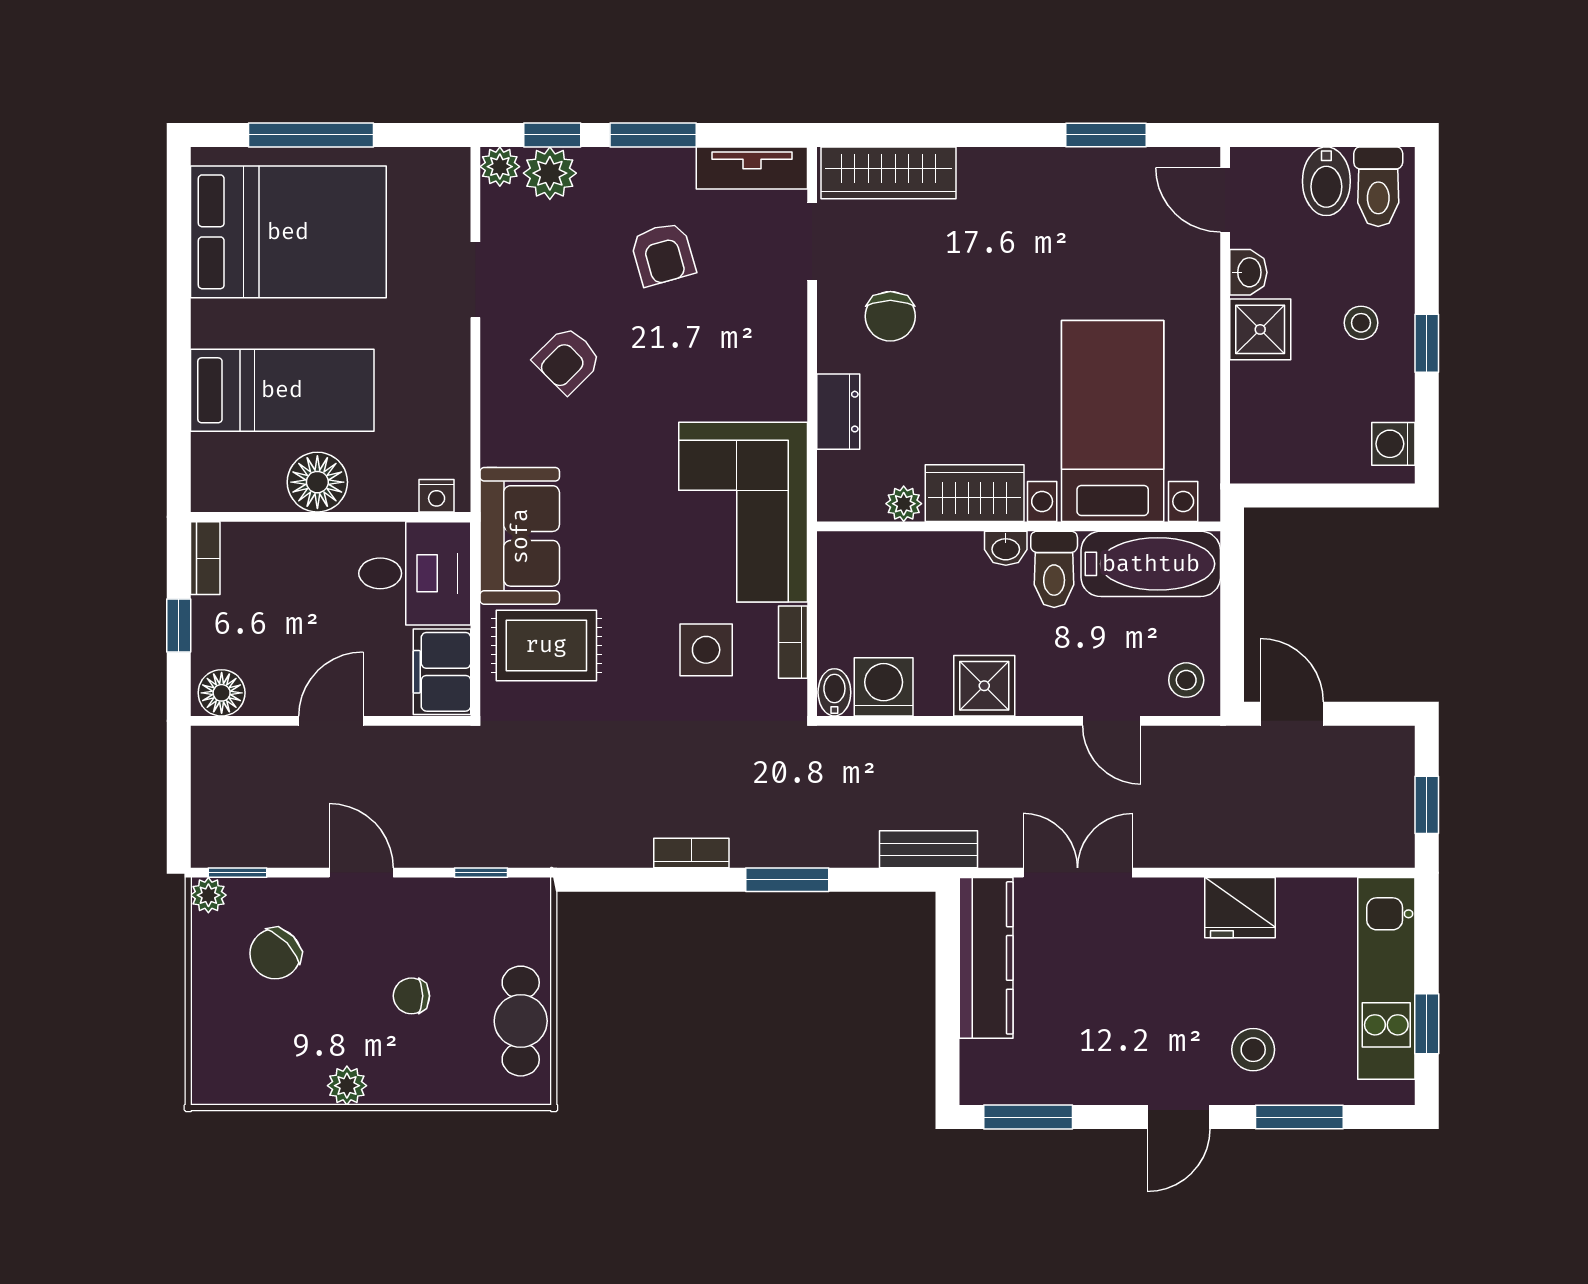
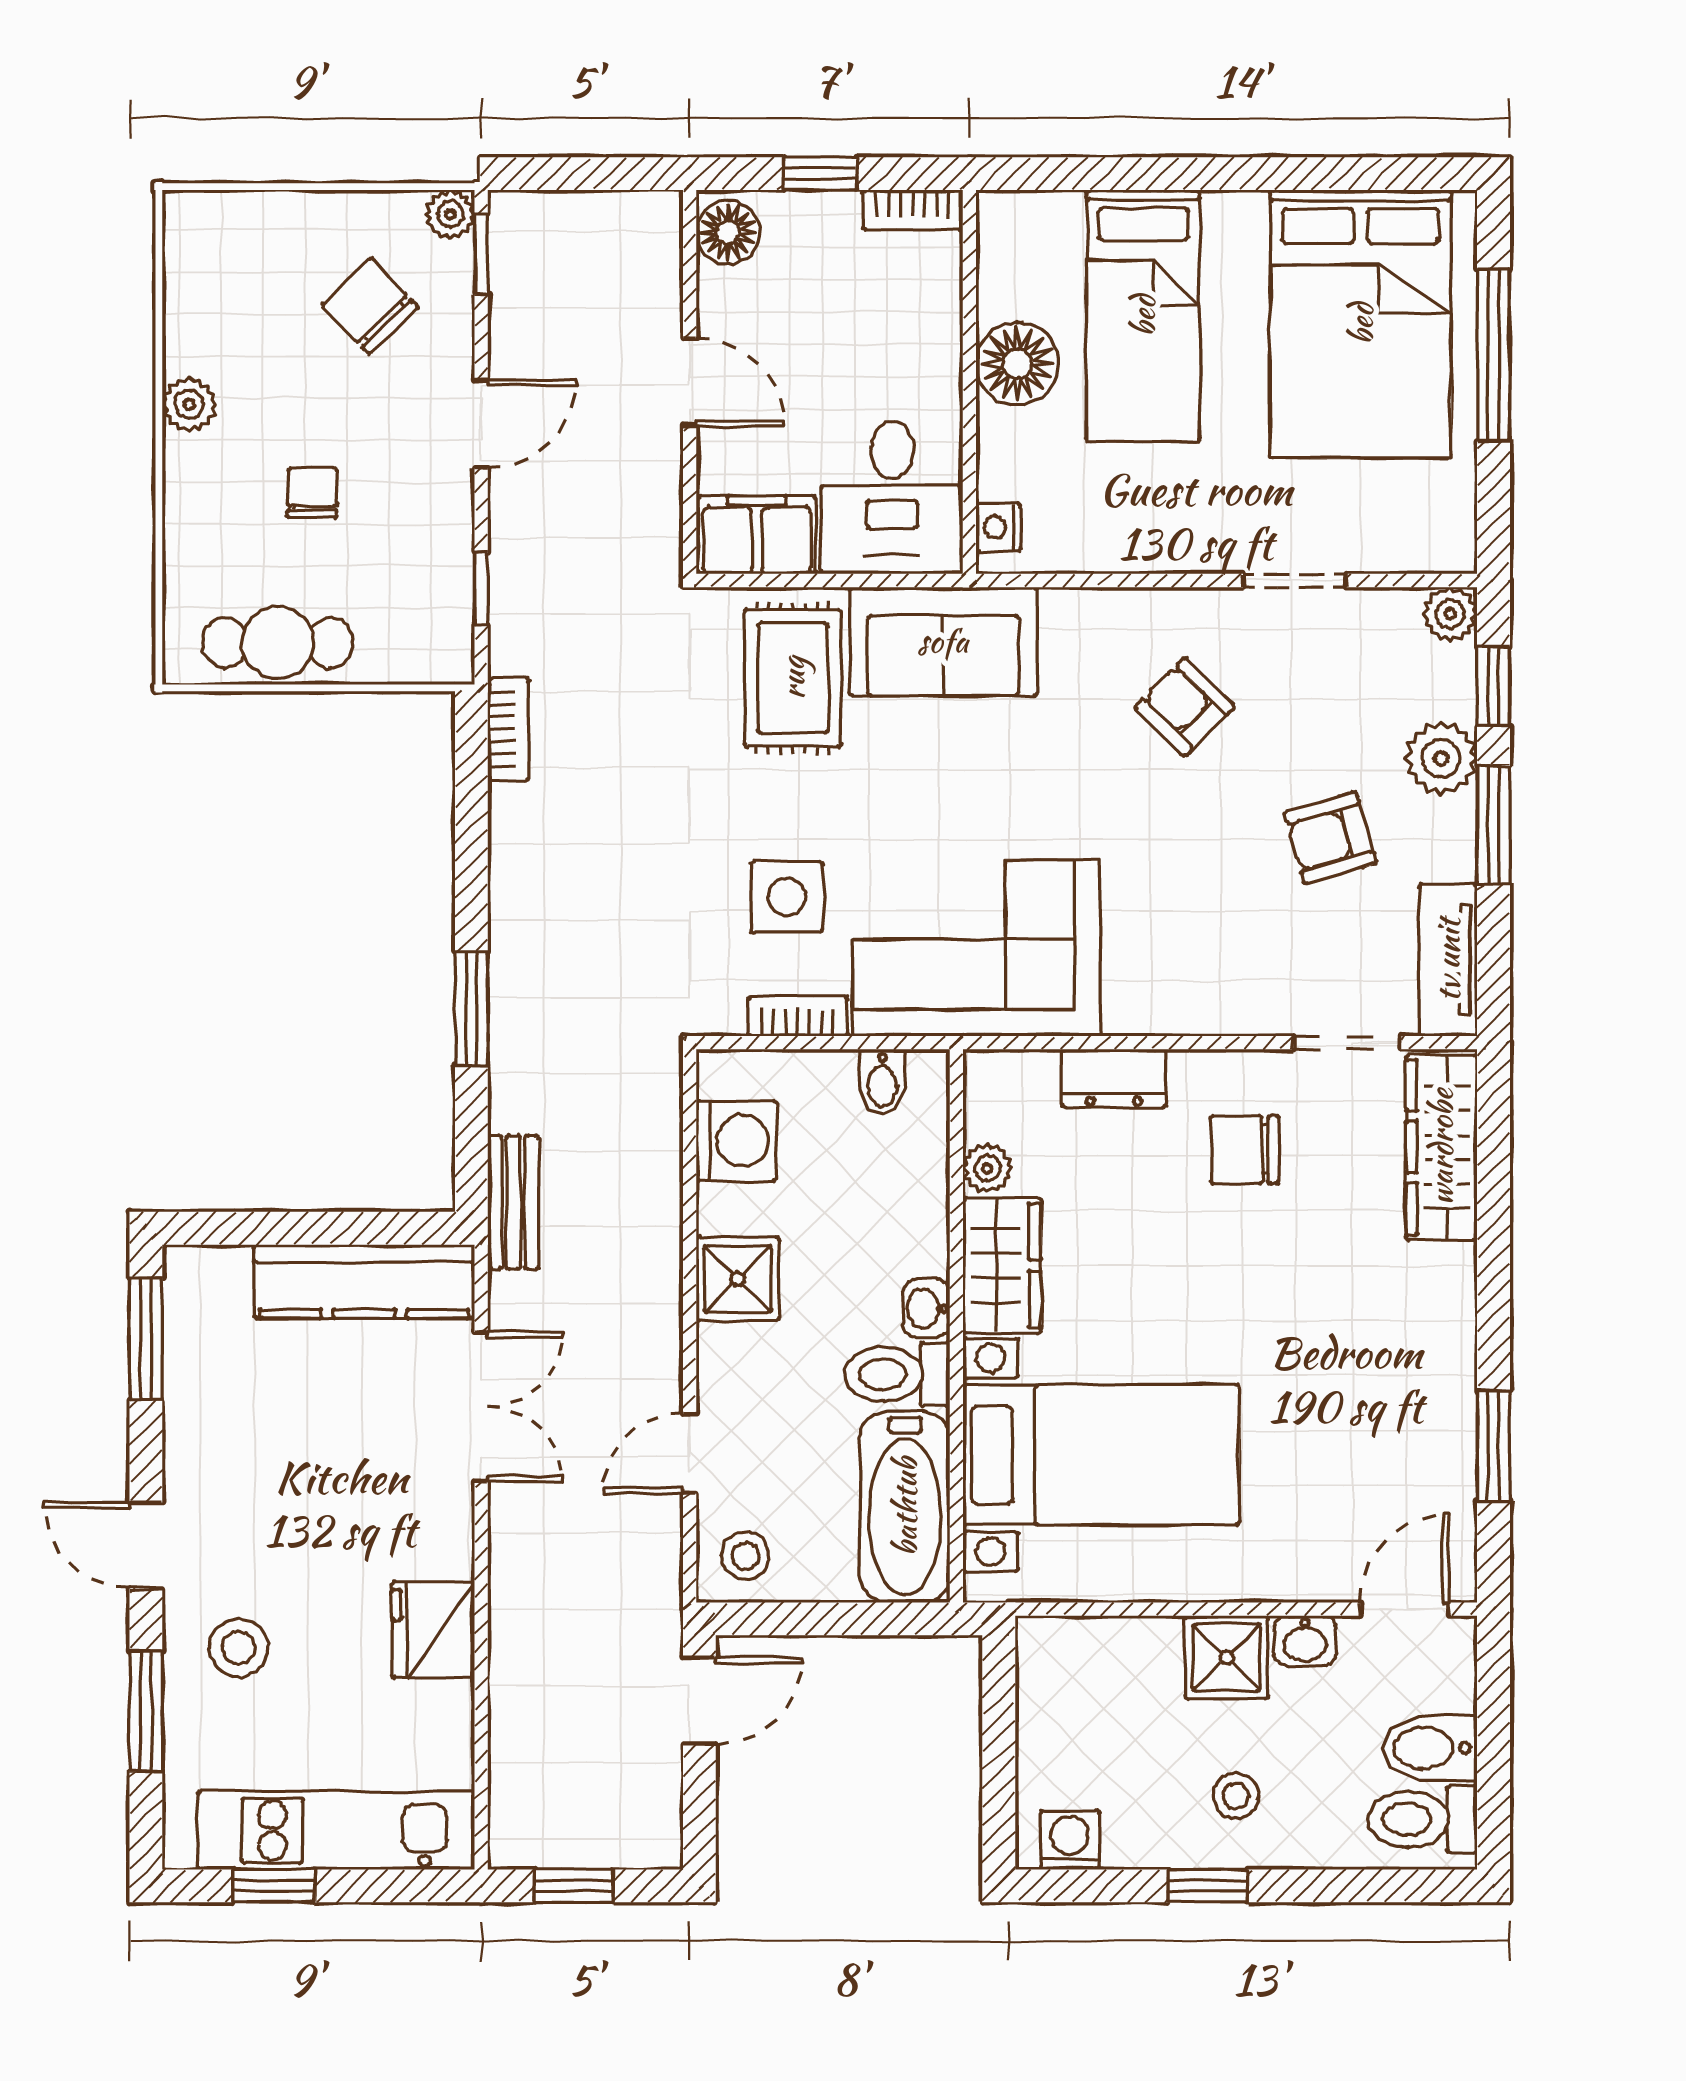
plant: (550, 173) -> (1441, 758), moved
bidet: (834, 692) -> (882, 1082), moved, turned 90
bookcase: (691, 853) -> (508, 729), moved

